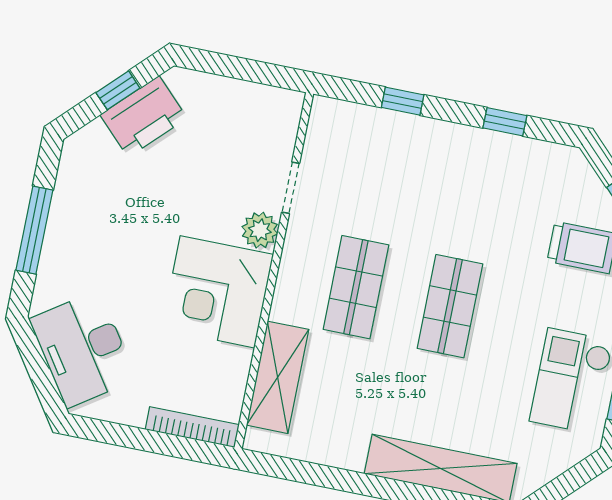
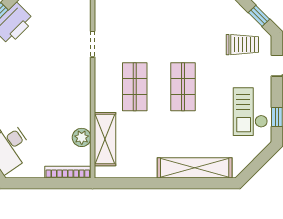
plant: (260, 230) -> (82, 137), moved
corner desk: (217, 292) -> (67, 103), removed

